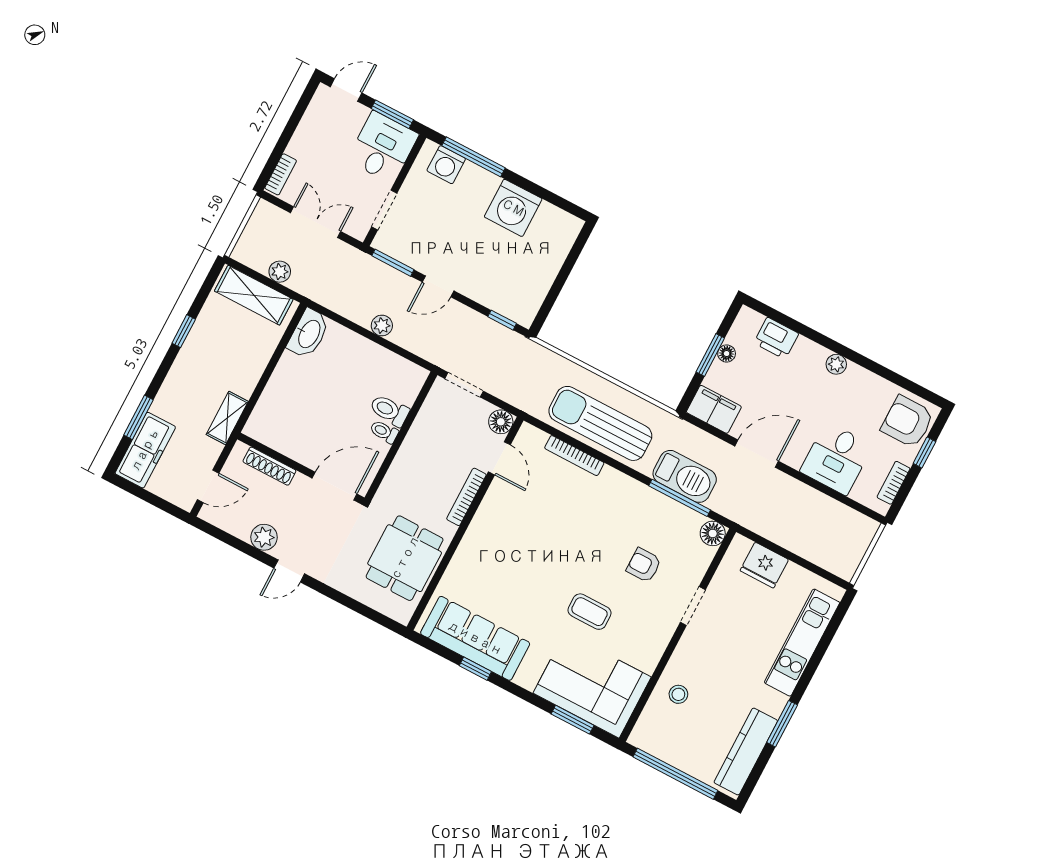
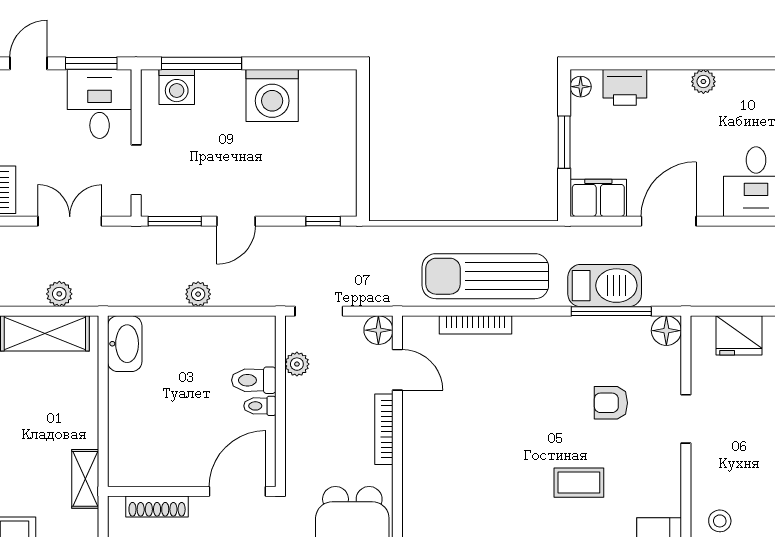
floor lamp: (727, 354) -> (581, 87), moved
plant: (428, 415) -> (297, 364), added

